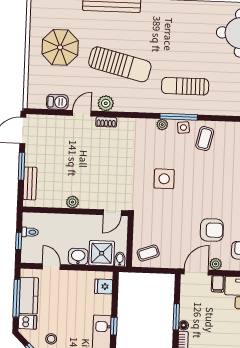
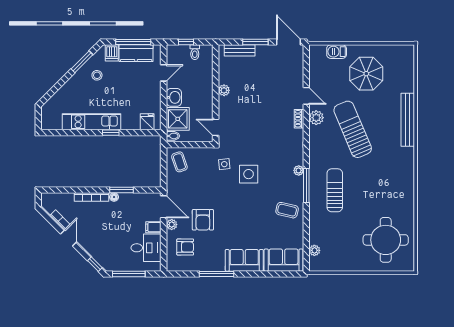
sun lounger: (120, 64) -> (353, 129), turned 143
barbecue: (57, 102) -> (337, 52), moved, turned 90
side table: (183, 128) -> (224, 164), moved

